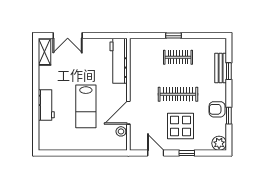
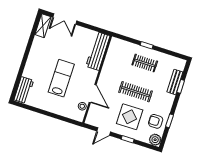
workbench: (46, 105) -> (24, 90), moved
lab bench: (86, 106) -> (61, 78), turned 180
armchair: (217, 109) -> (156, 121), moved
door: (128, 113) -> (93, 94), swing flipped
door: (156, 153) -> (104, 131), swing flipped

